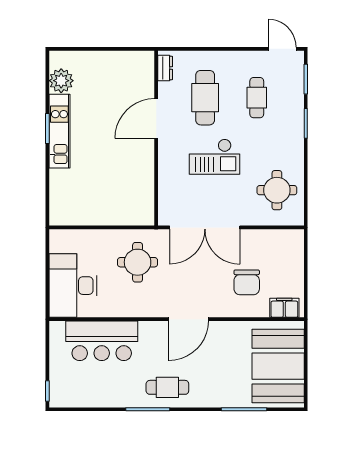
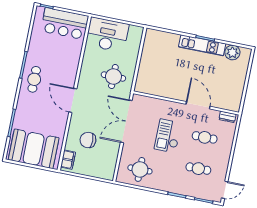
cafe table: (205, 98) -> (205, 137), width x0.73, depth x0.74
bar counter: (102, 341) -> (65, 24), moved, turned -90

